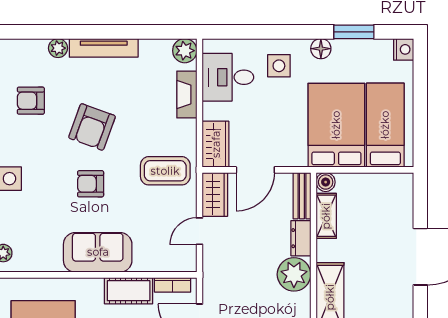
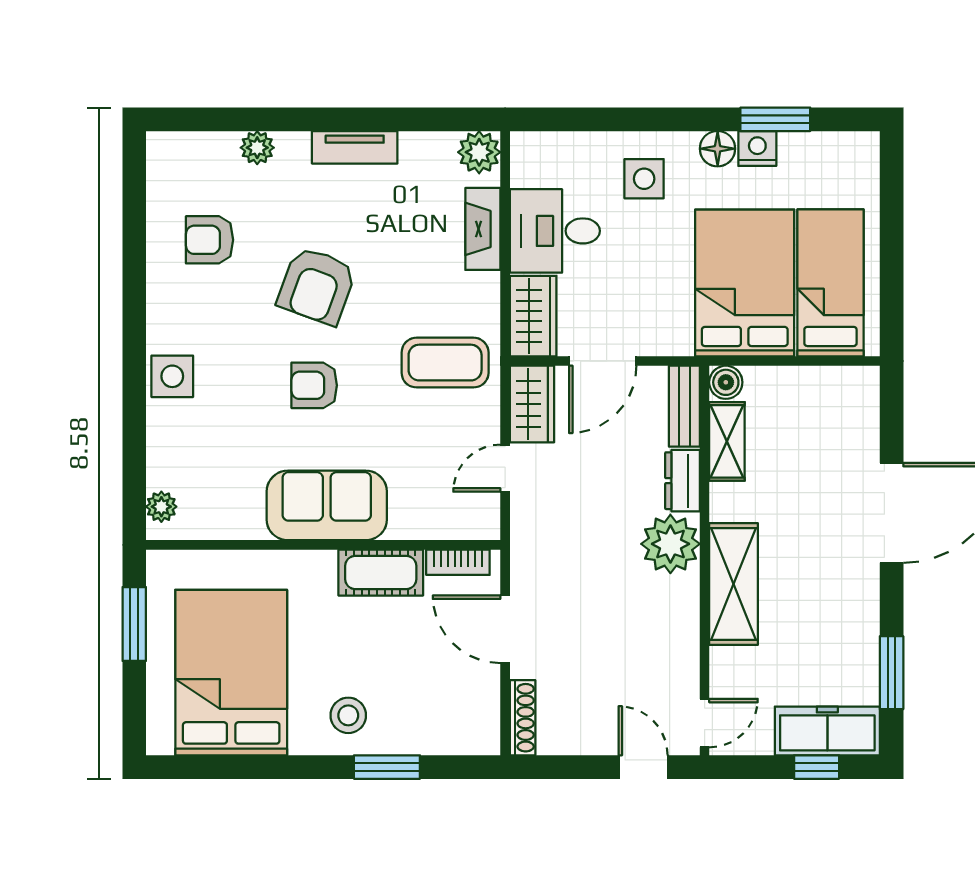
tv unit: (104, 48) -> (355, 147), width x0.71
nightstand: (404, 49) -> (757, 148), moved, turned -90
desk: (228, 77) -> (555, 231), moved

